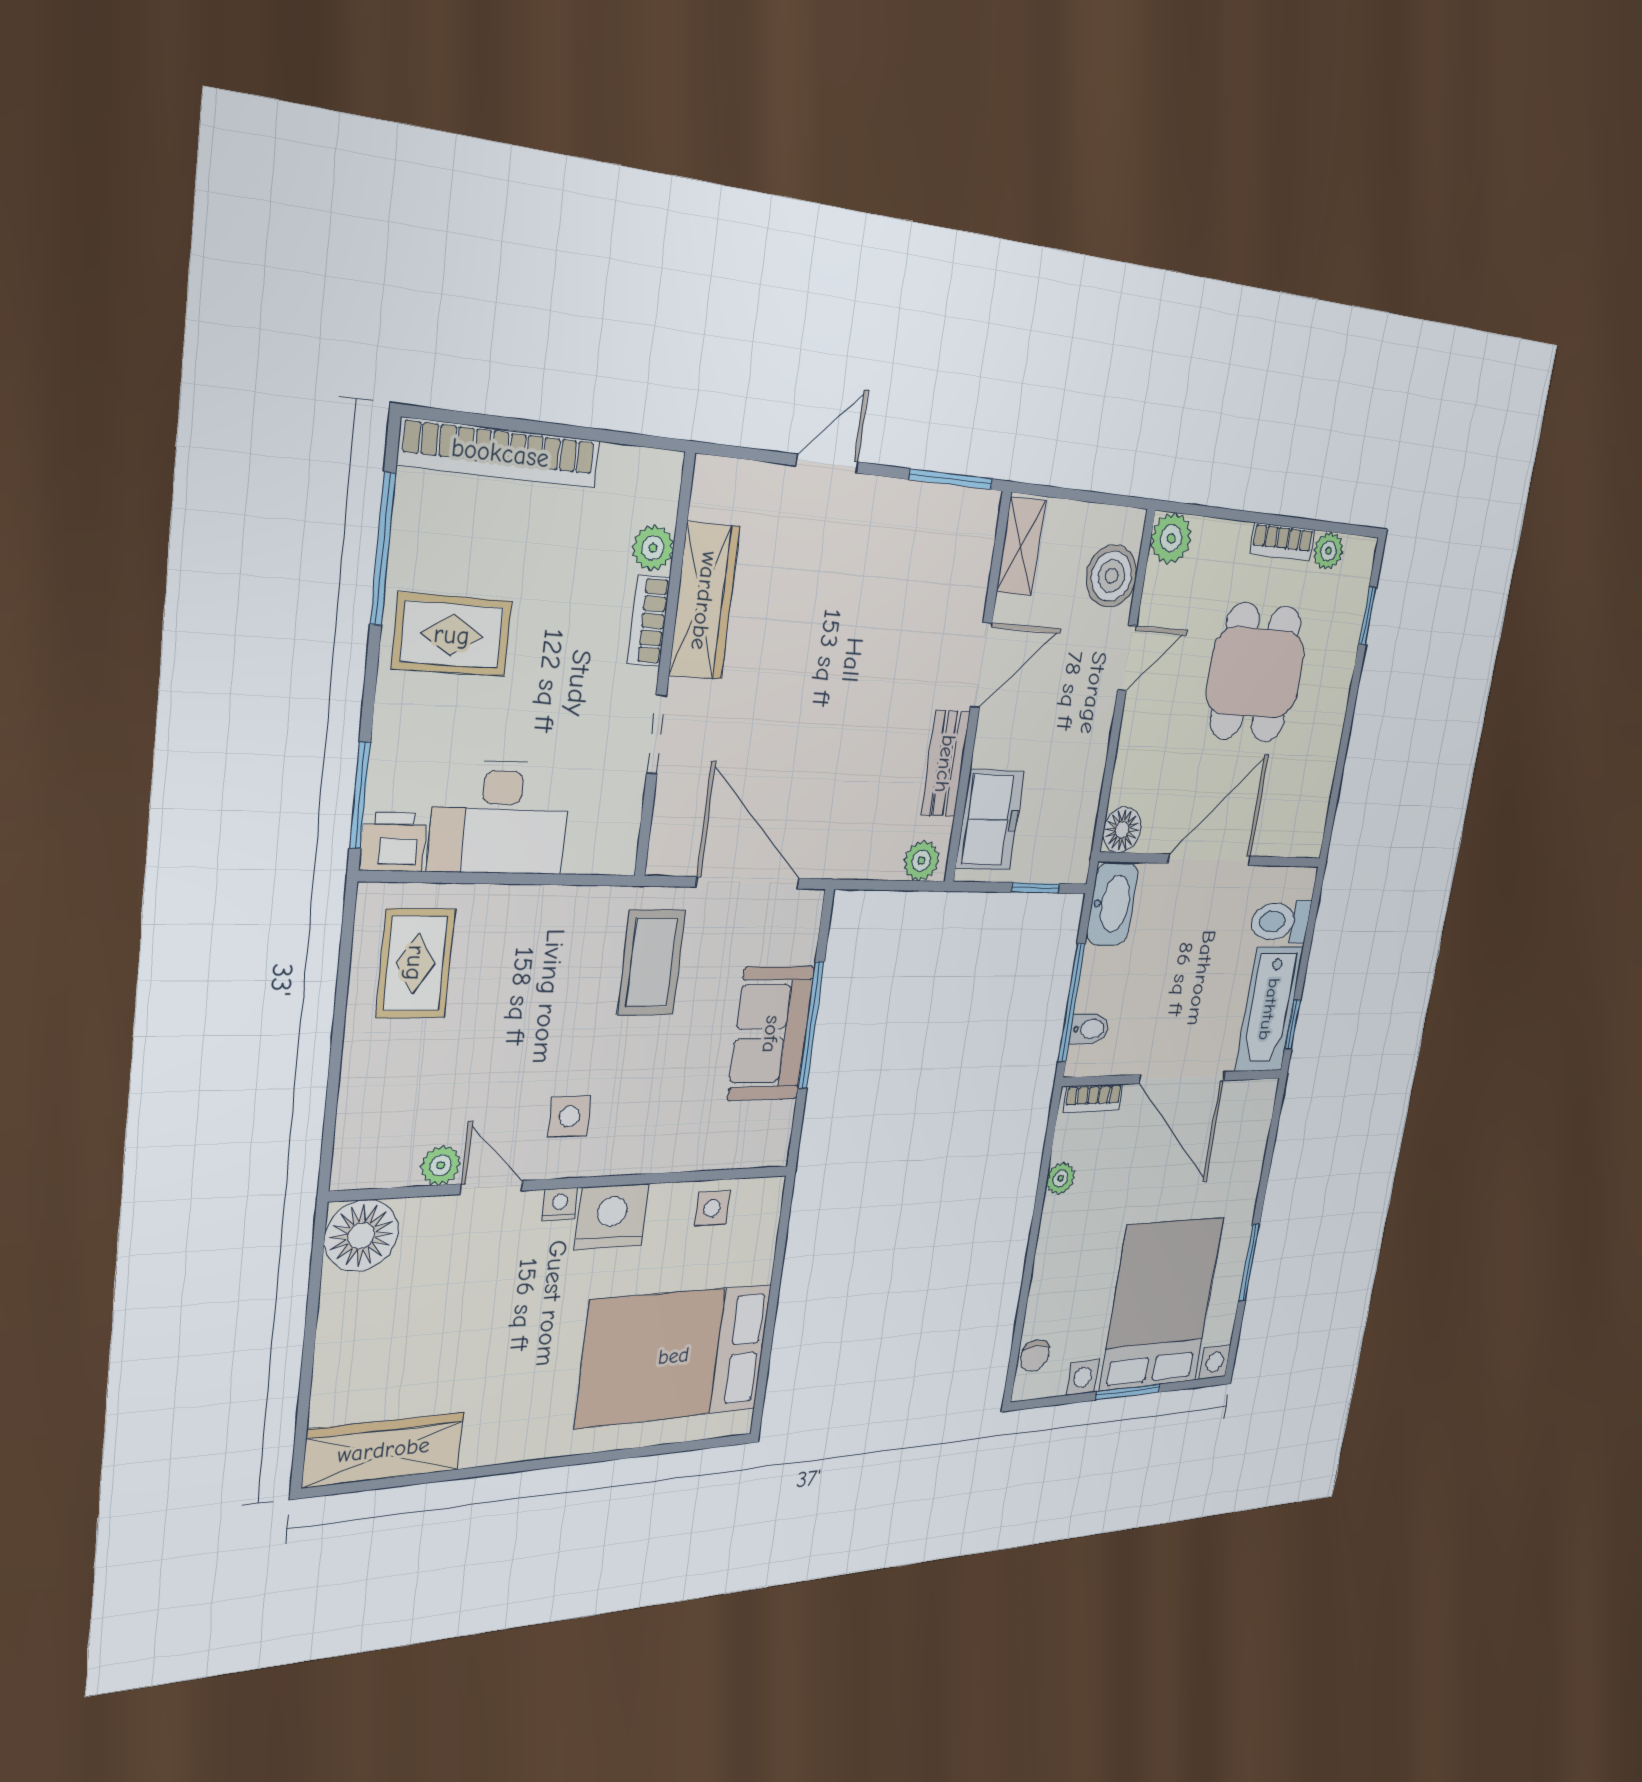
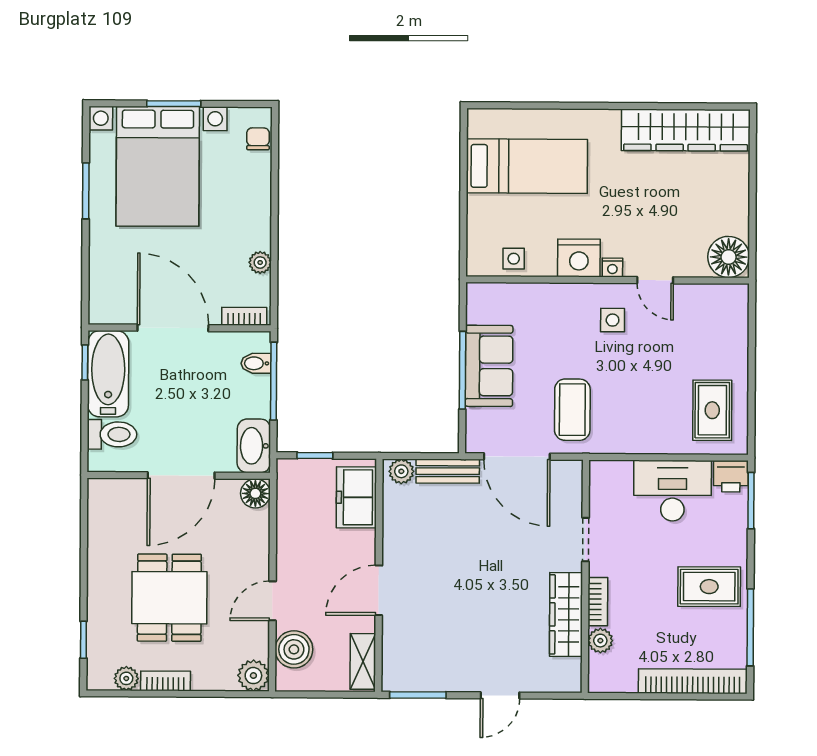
bench: (945, 764) -> (448, 471), moved, turned 90
plant: (441, 1165) -> (687, 295), removed
bed: (674, 1356) -> (527, 166), width x0.67
wardrobe: (384, 1450) -> (686, 130), width x1.40, depth x1.17

